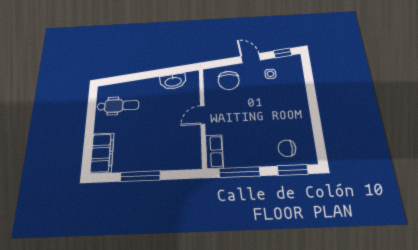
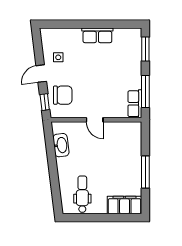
window: (283, 53) -> (45, 102), moved
row of seats: (301, 113) -> (97, 35), added
chair: (287, 148) -> (127, 51), removed
row of seats: (214, 152) -> (135, 104), moved, turned -90

